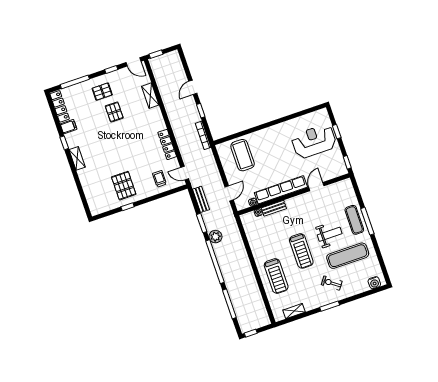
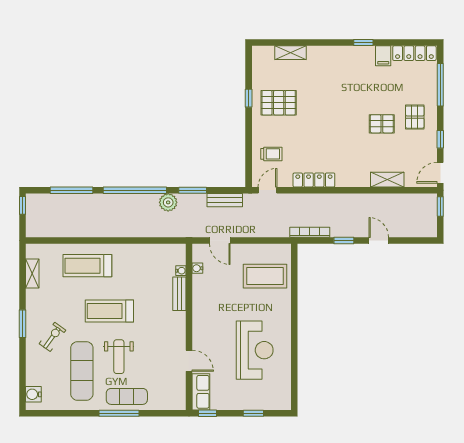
reception desk: (314, 141) -> (255, 350), moved
shelving: (77, 158) -> (291, 53), moved
row of seats: (281, 190) -> (201, 392), moved, width x0.50

